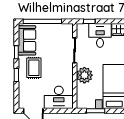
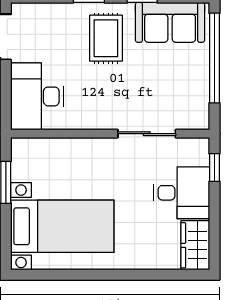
rug: (34, 68) -> (106, 38), turned 90
plant: (84, 75) -> (89, 156), removed

